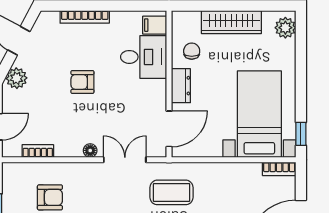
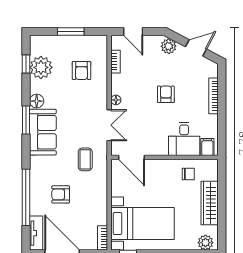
dresser: (181, 86) -> (163, 166), removed
coffee table: (172, 192) -> (85, 159), width x0.73, depth x0.77

